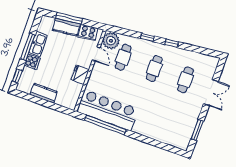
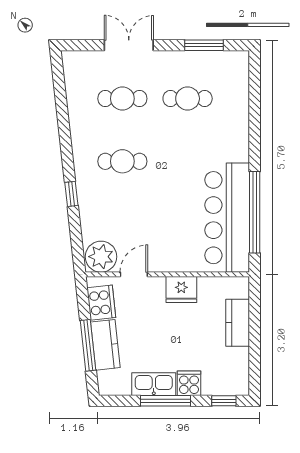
window: (172, 43) -> (66, 147), removed
cafe table: (123, 57) -> (188, 99), moved
kitchen counter: (44, 93) -> (238, 323), moved

